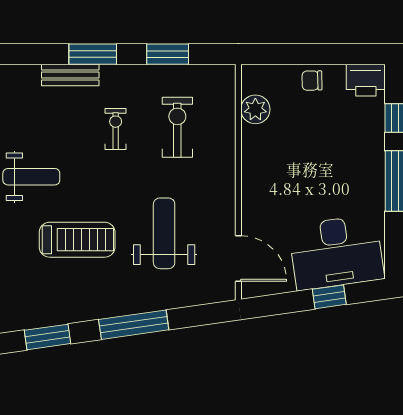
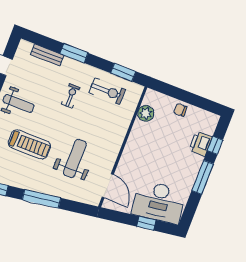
window: (168, 54) -> (123, 72), moved
bench: (70, 75) -> (47, 55), moved
printer: (366, 80) -> (201, 144), moved, turned 90
exercise bike: (177, 127) -> (107, 91), moved, turned 90

